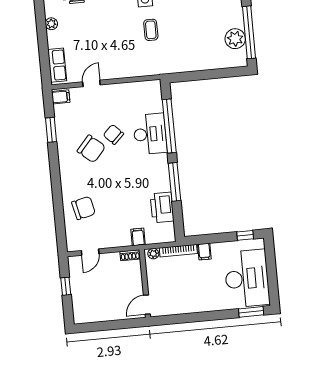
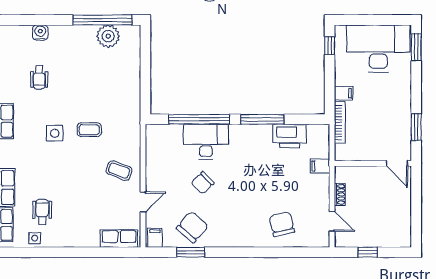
plant: (51, 24) -> (72, 241), removed
coffee table: (117, 60) -> (119, 171), added
door: (91, 83) -> (143, 202), swing flipped
chair: (91, 149) -> (192, 227), moved
plant: (153, 254) -> (340, 151), removed
shoe rack: (130, 255) -> (340, 194), moved
window: (180, 319) -> (416, 127), added

